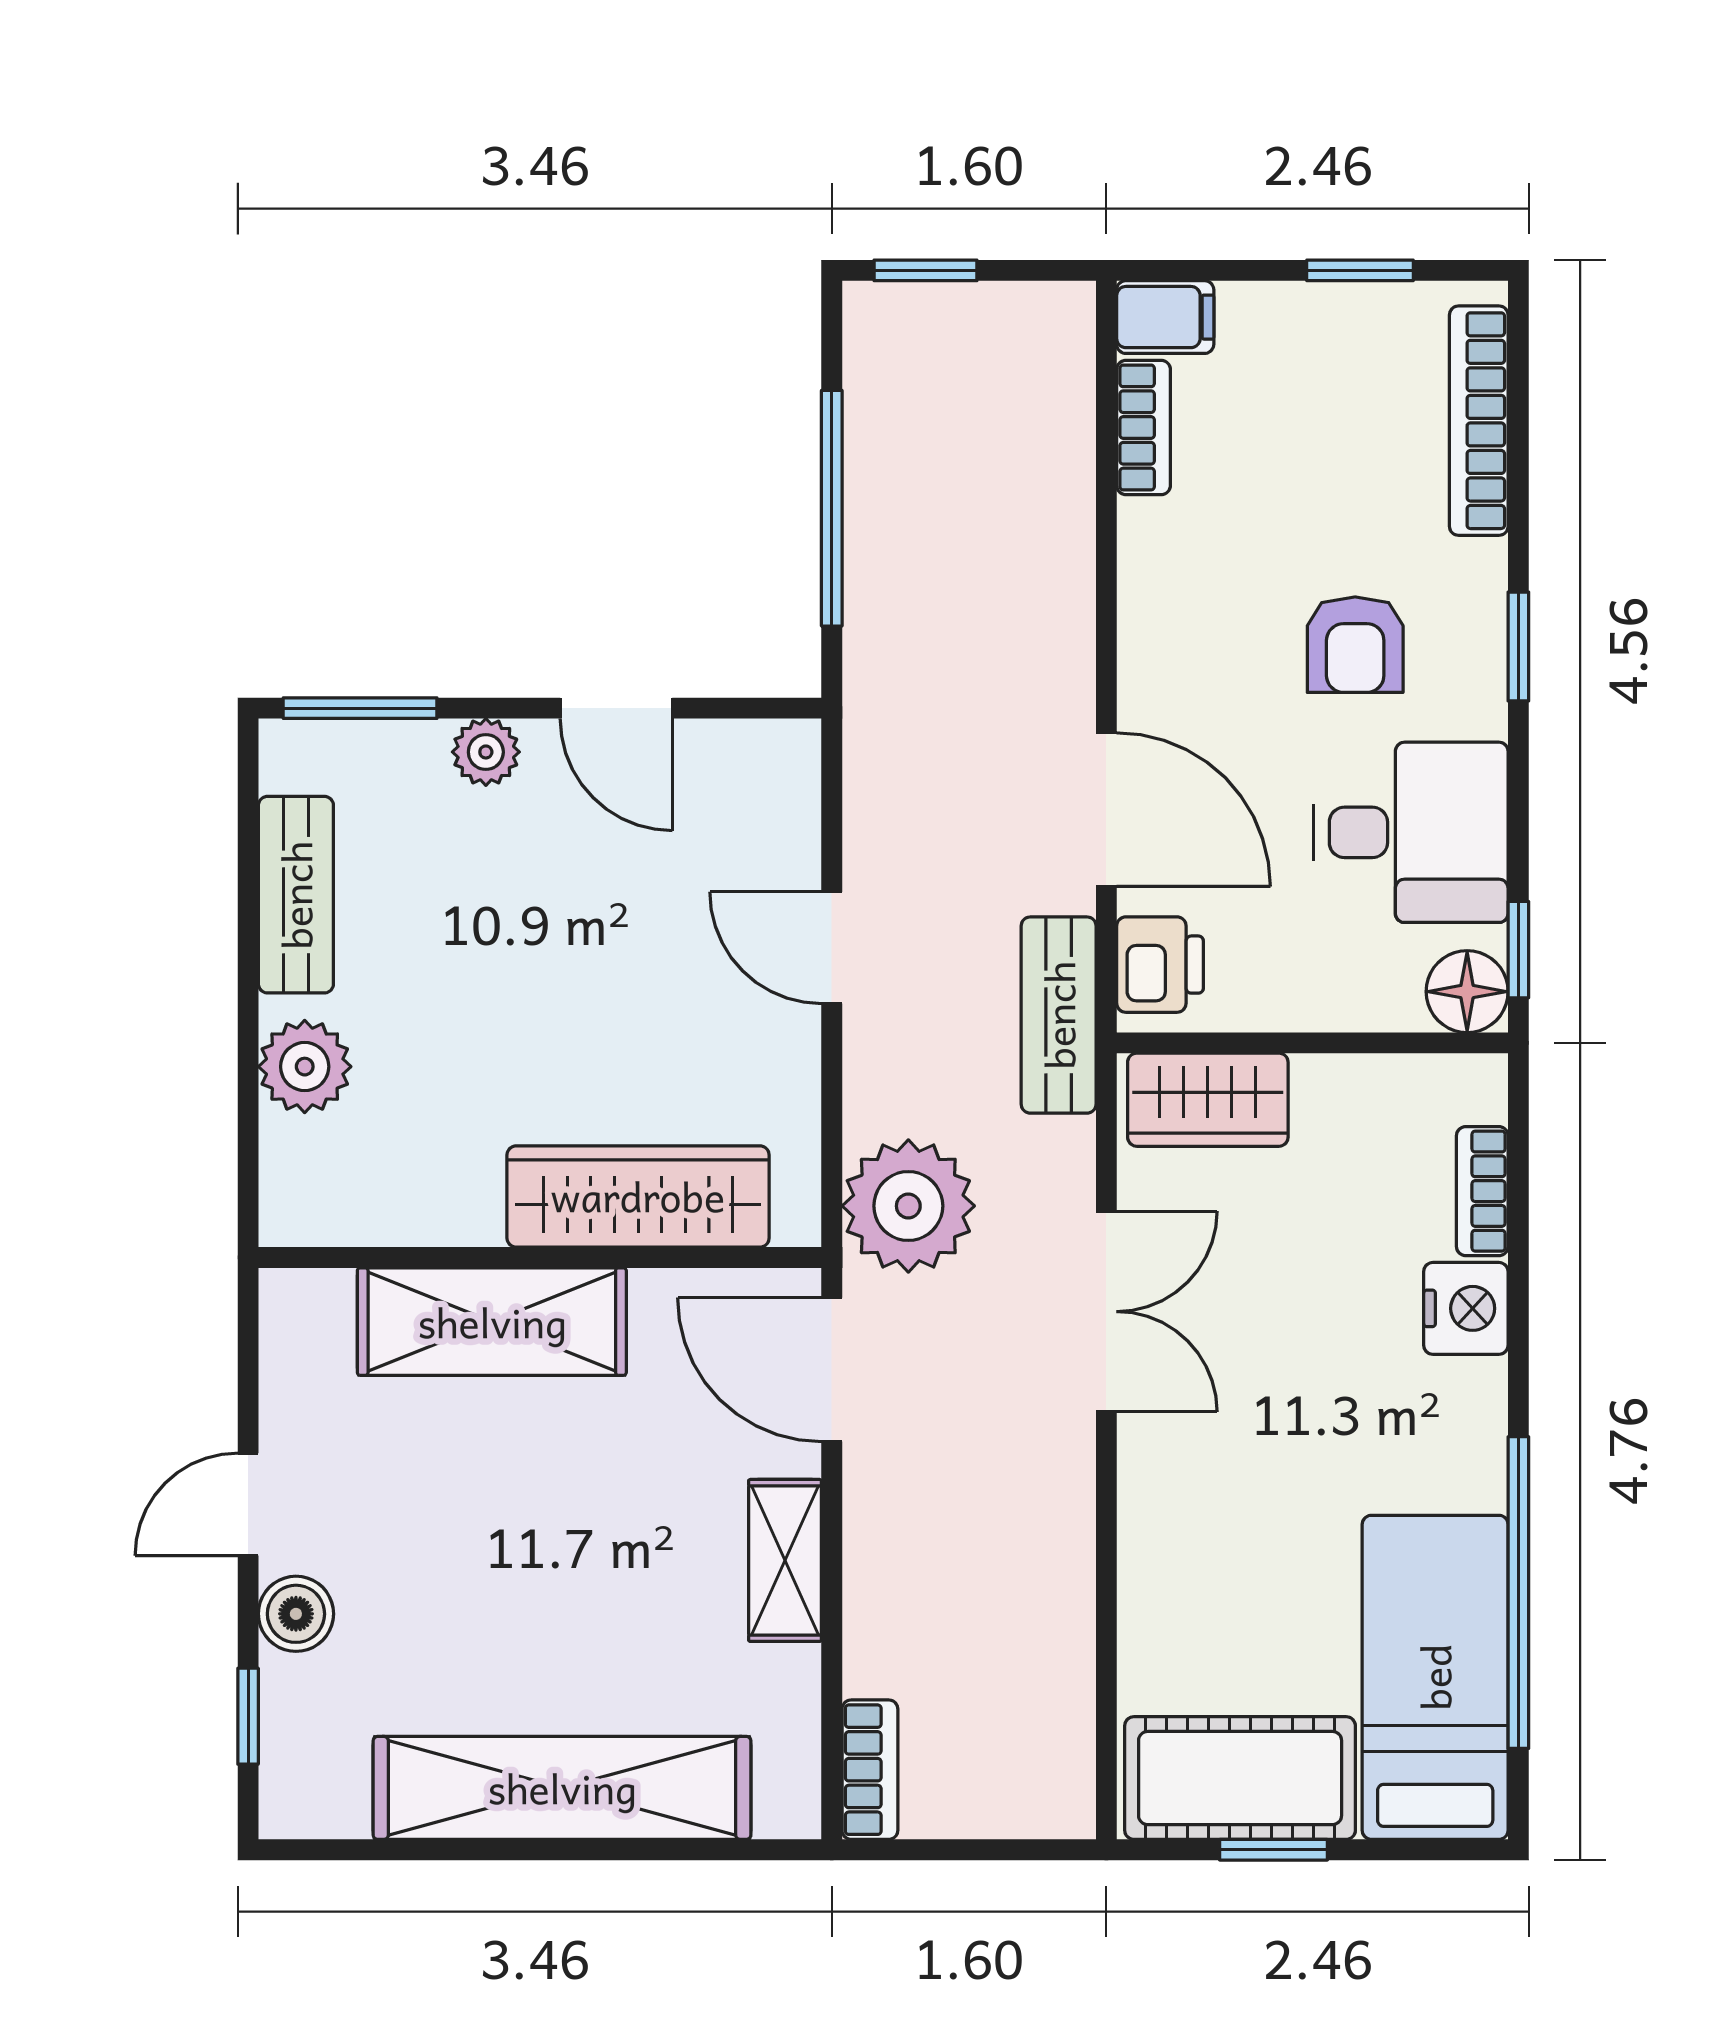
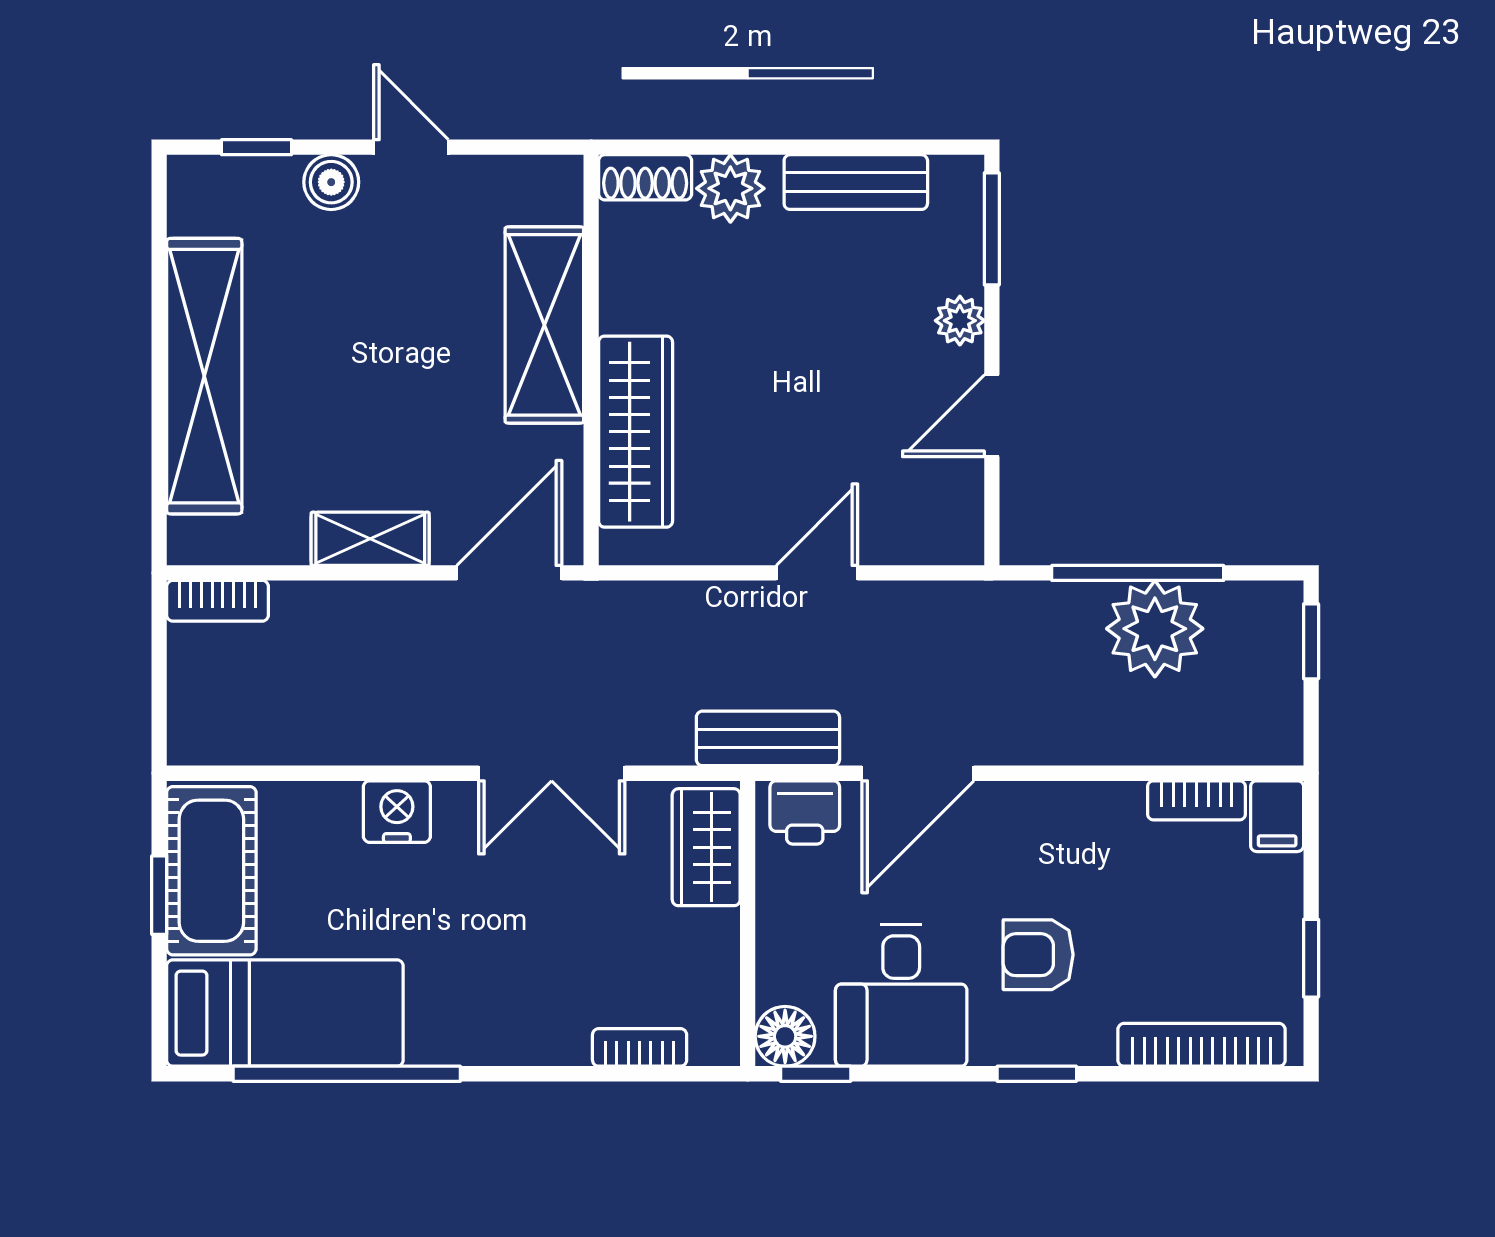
shoe rack: (289, 1183) -> (645, 177), added
plant: (908, 1206) -> (1155, 629), moved
nightstand: (1466, 1308) -> (397, 812), moved, turned 180

